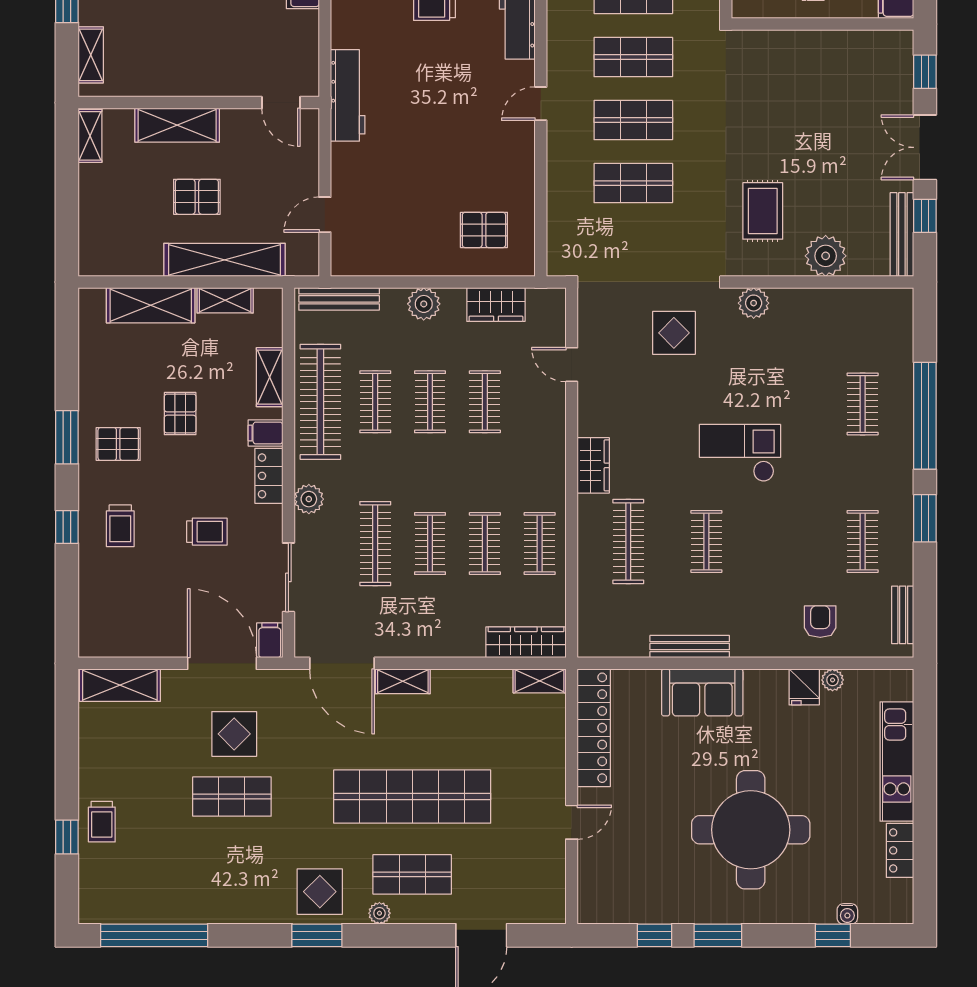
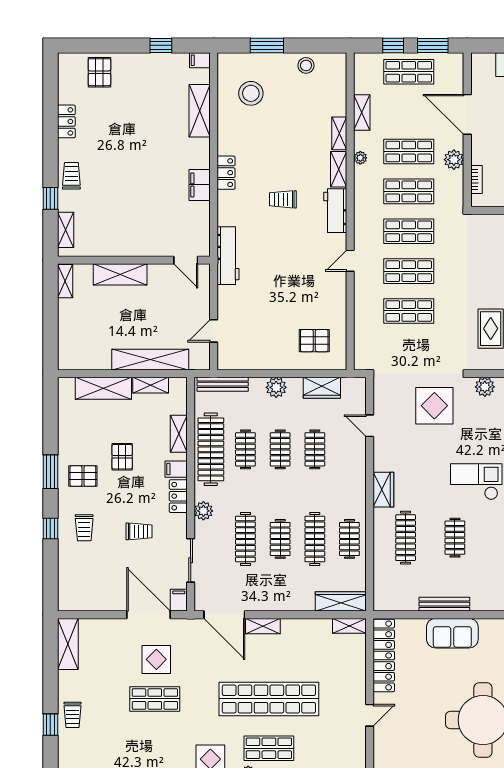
pallet: (197, 197) -> (133, 320), removed
display table: (674, 333) -> (434, 406), width x1.36, depth x1.36
clothes rail: (485, 544) -> (315, 539), width x1.36
shelving: (120, 685) -> (68, 644), moved, turned 90

